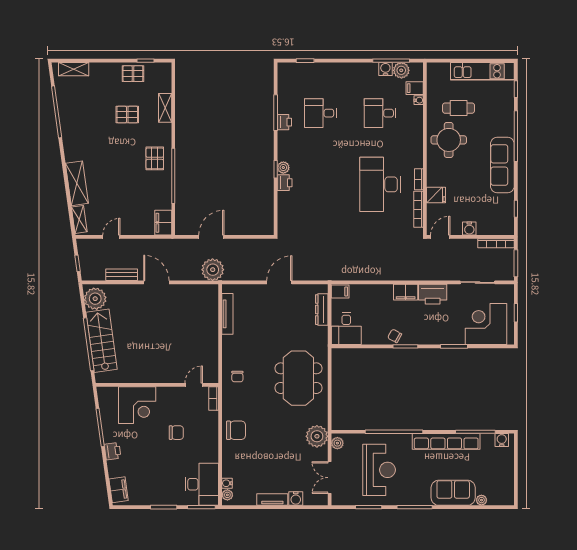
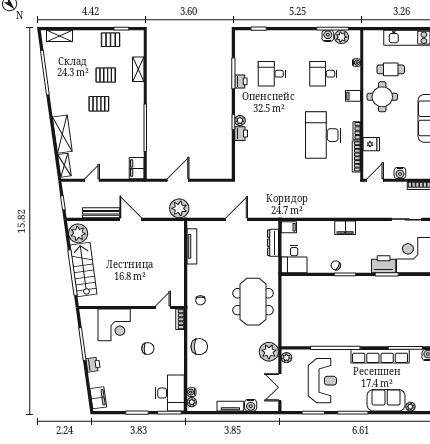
filing cabinet: (415, 88) -> (353, 96), moved
pallet: (155, 158) -> (99, 104), moved, turned 90
bench: (122, 275) -> (101, 213), width x1.36
printer: (433, 294) -> (384, 264), moved, turned 180

